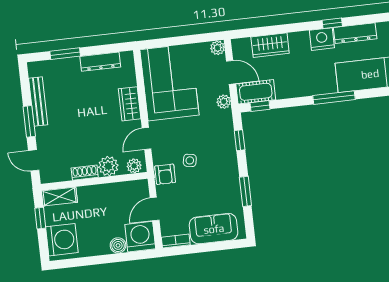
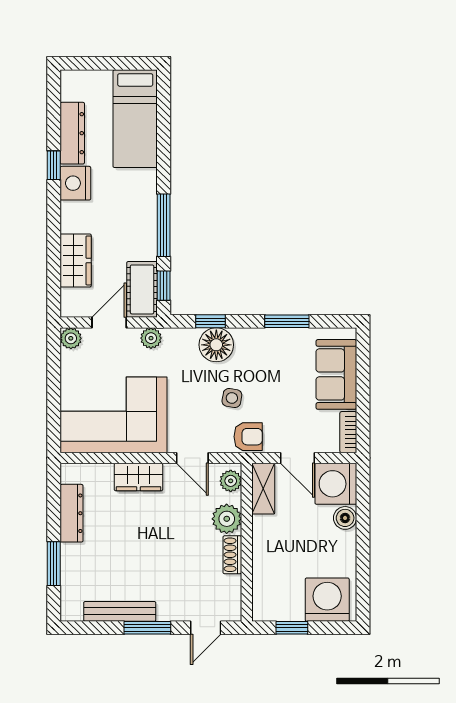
window: (334, 98) -> (164, 225), moved
floor lamp: (224, 146) -> (216, 345), added
shelving: (59, 197) -> (263, 489), moved

